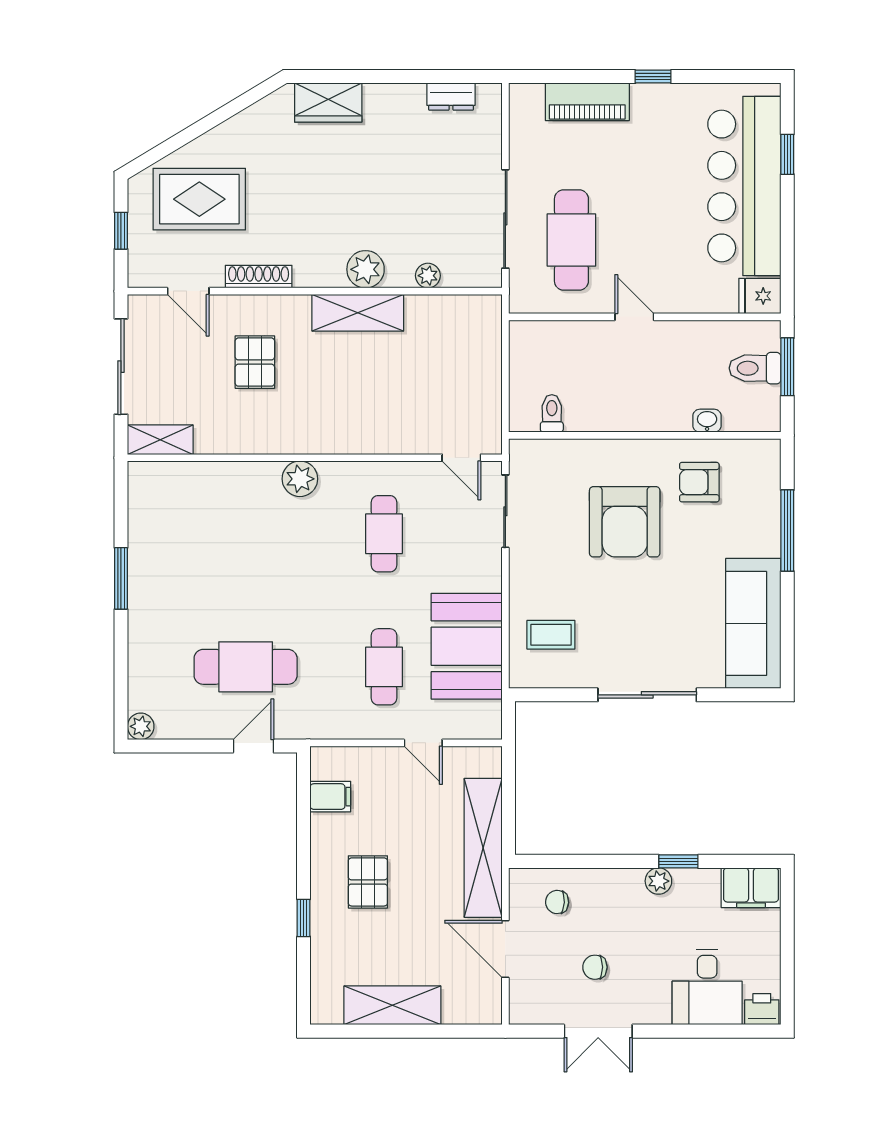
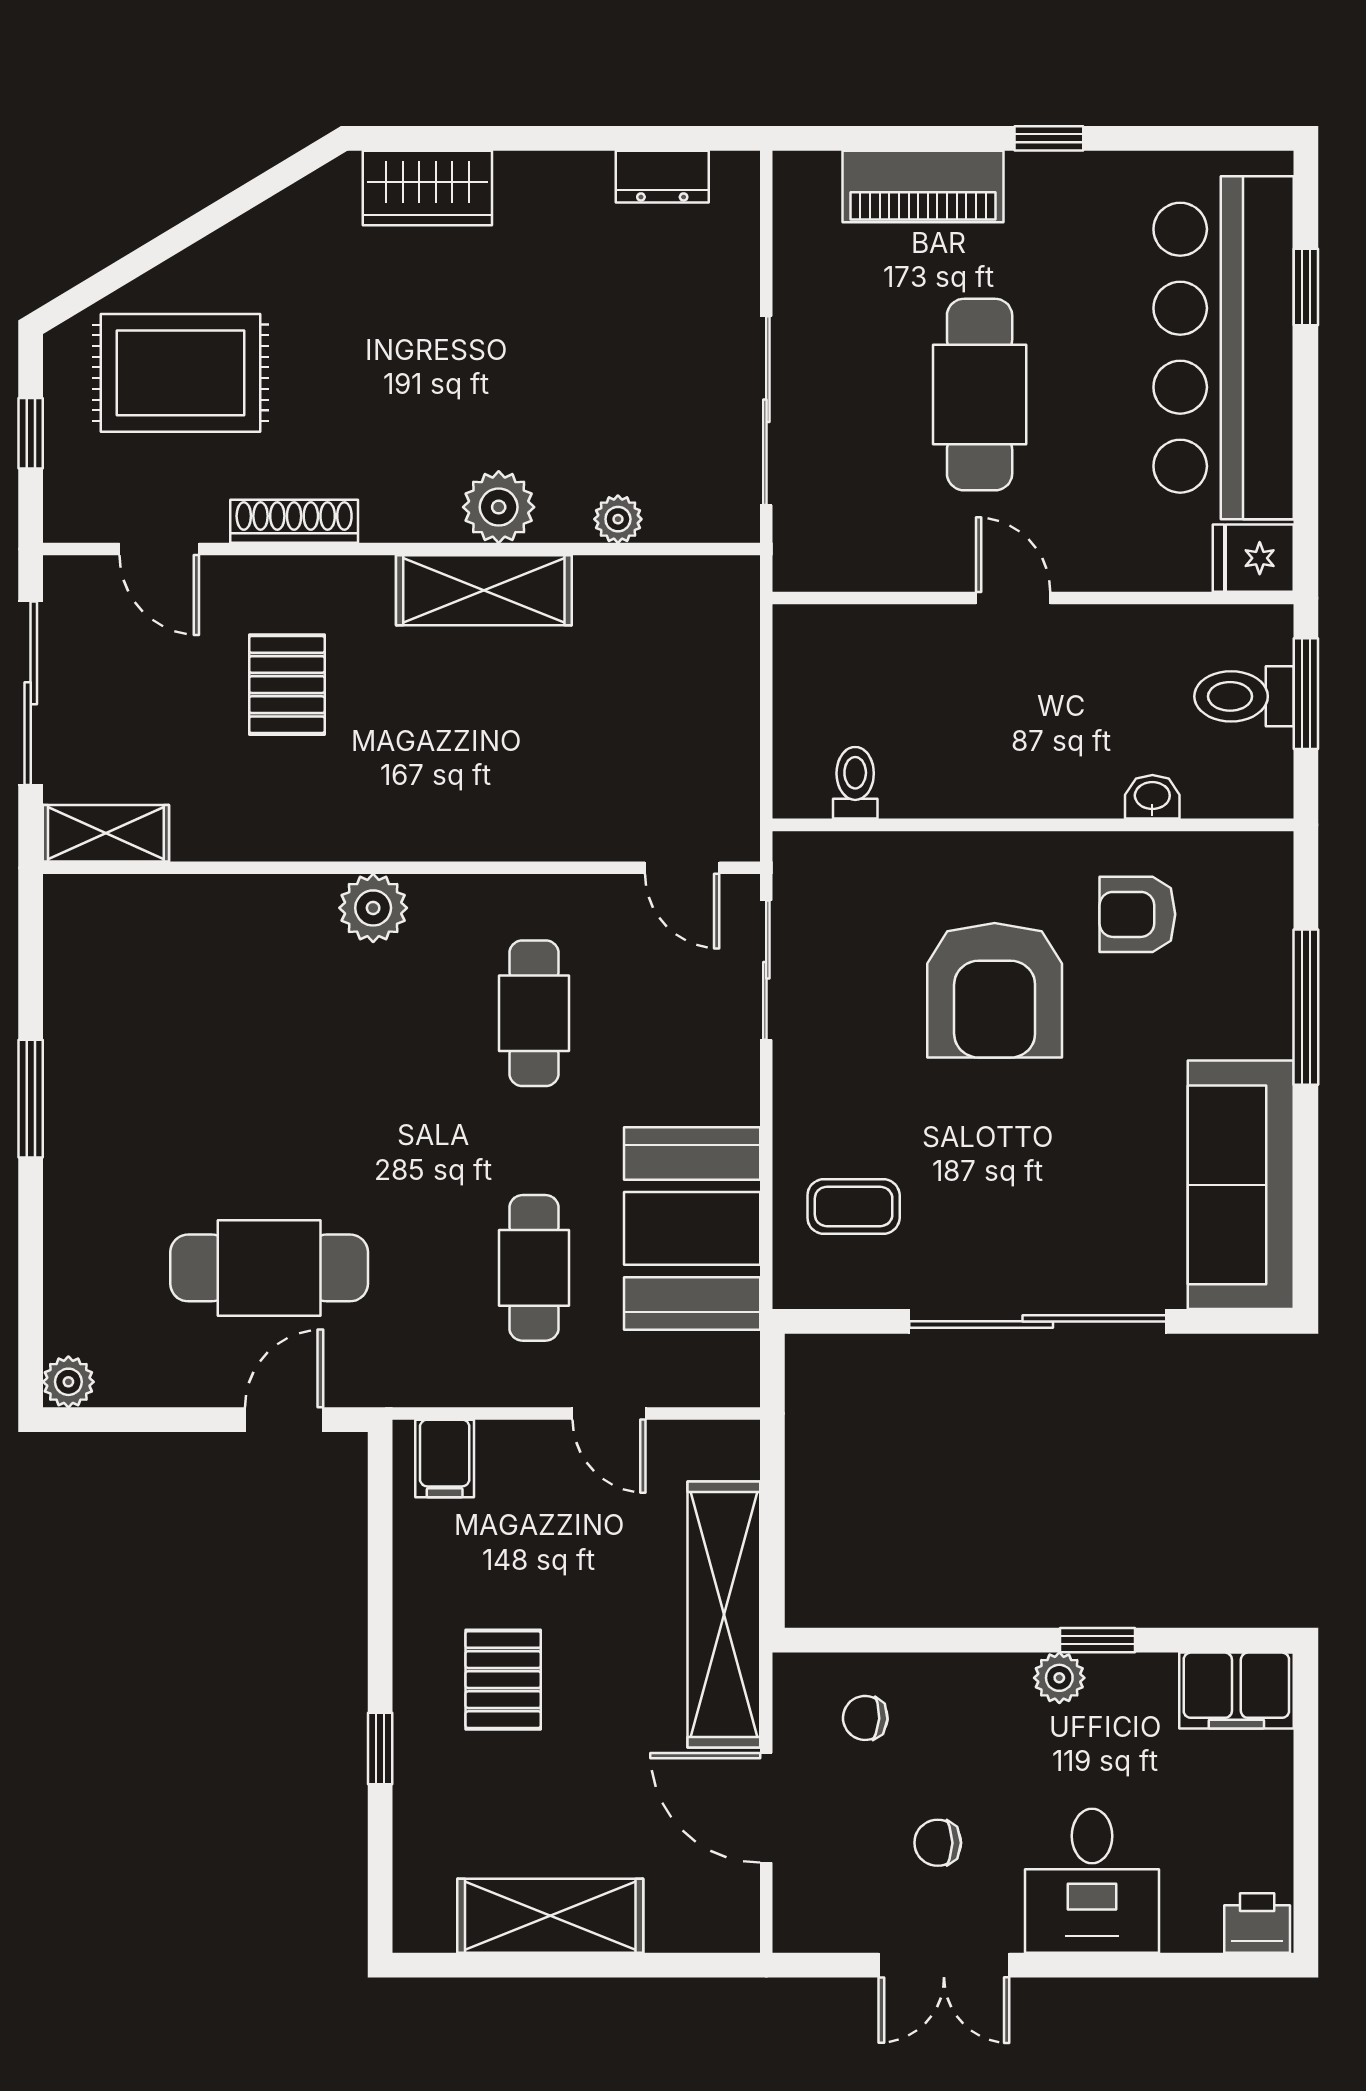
cafe table: (571, 240) -> (980, 395), moved
sliding door: (647, 695) -> (1038, 1321), width x1.36
filing cabinet: (330, 797) -> (445, 1458), moved, turned 90
desk: (707, 987) -> (1092, 1881), moved

